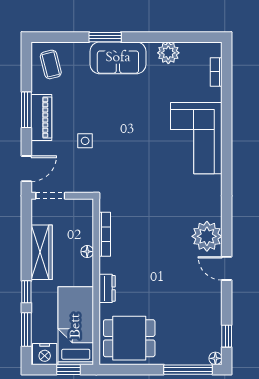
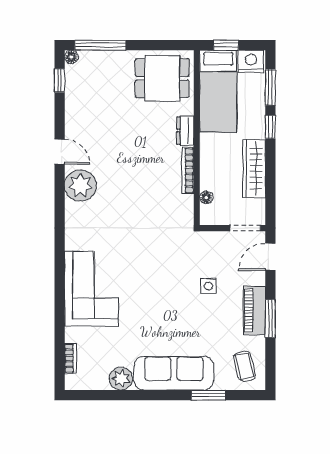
window: (105, 37) -> (208, 395), moved
sofa: (118, 58) -> (174, 373), width x1.36
bookcase: (105, 234) -> (188, 171), moved
floor lamp: (87, 252) -> (206, 197), moved

